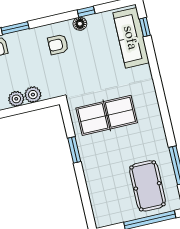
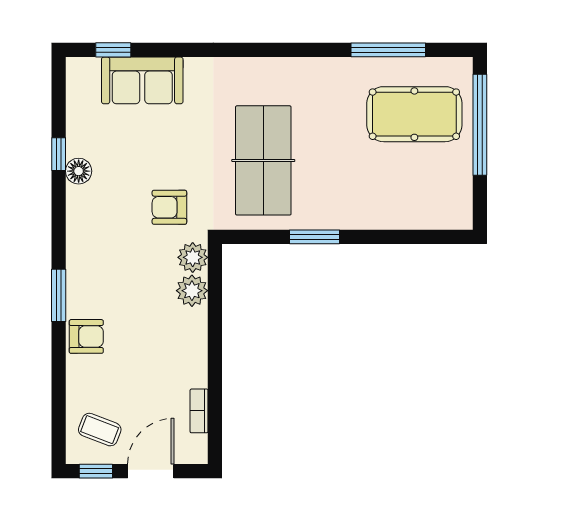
sofa: (131, 38) -> (142, 80), width x0.73
armchair: (58, 45) -> (169, 207), moved, turned 90
plant: (16, 99) -> (193, 257), moved

